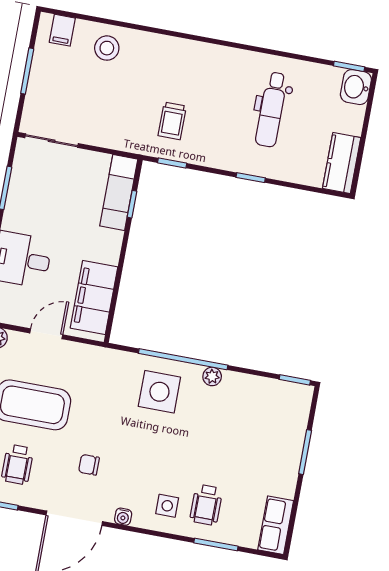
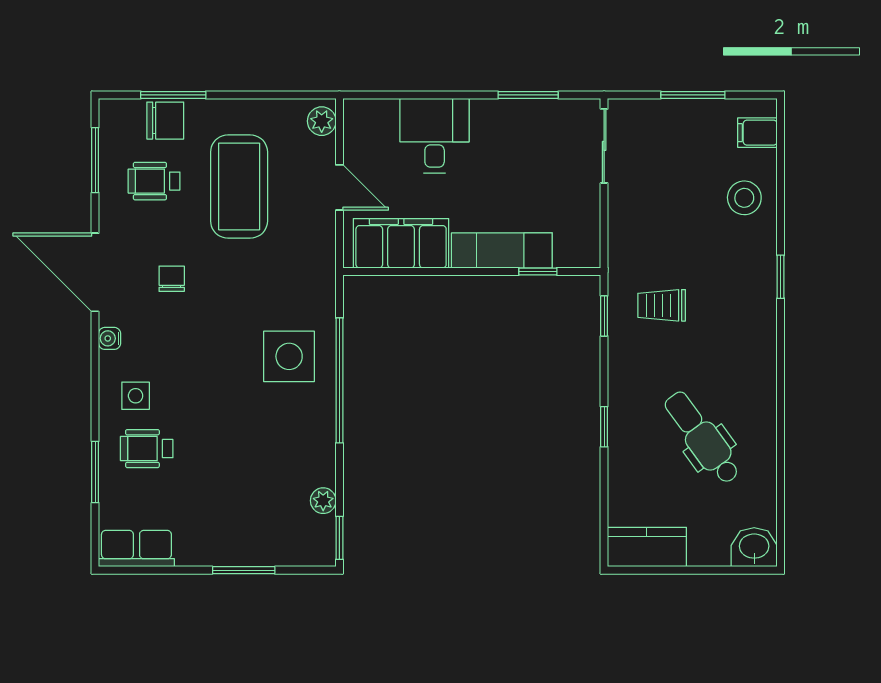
window: (349, 66) -> (781, 277), moved
dental chair: (271, 109) -> (702, 438), turned 54
exam couch: (119, 193) -> (502, 250), moved
plant: (212, 376) -> (323, 501), moved

